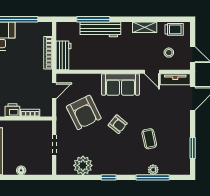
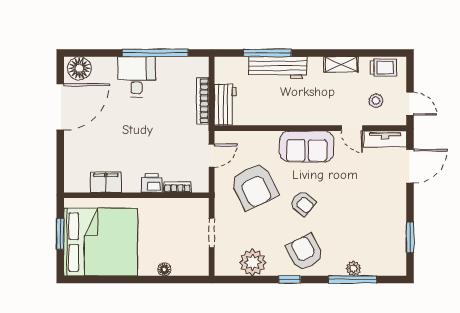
coffee table: (149, 139) -> (348, 224), removed
armchair: (119, 159) -> (305, 252), added

